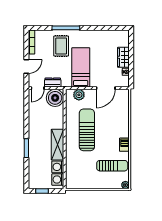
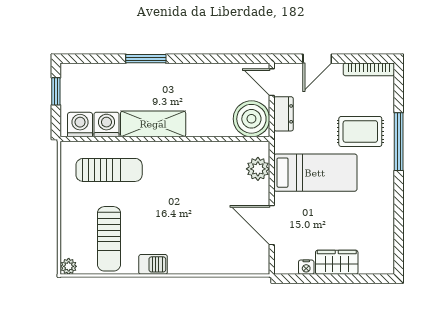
door: (26, 67) -> (317, 59), hinge flipped
sun lounger: (87, 130) -> (109, 170), moved, width x0.73, depth x0.75

